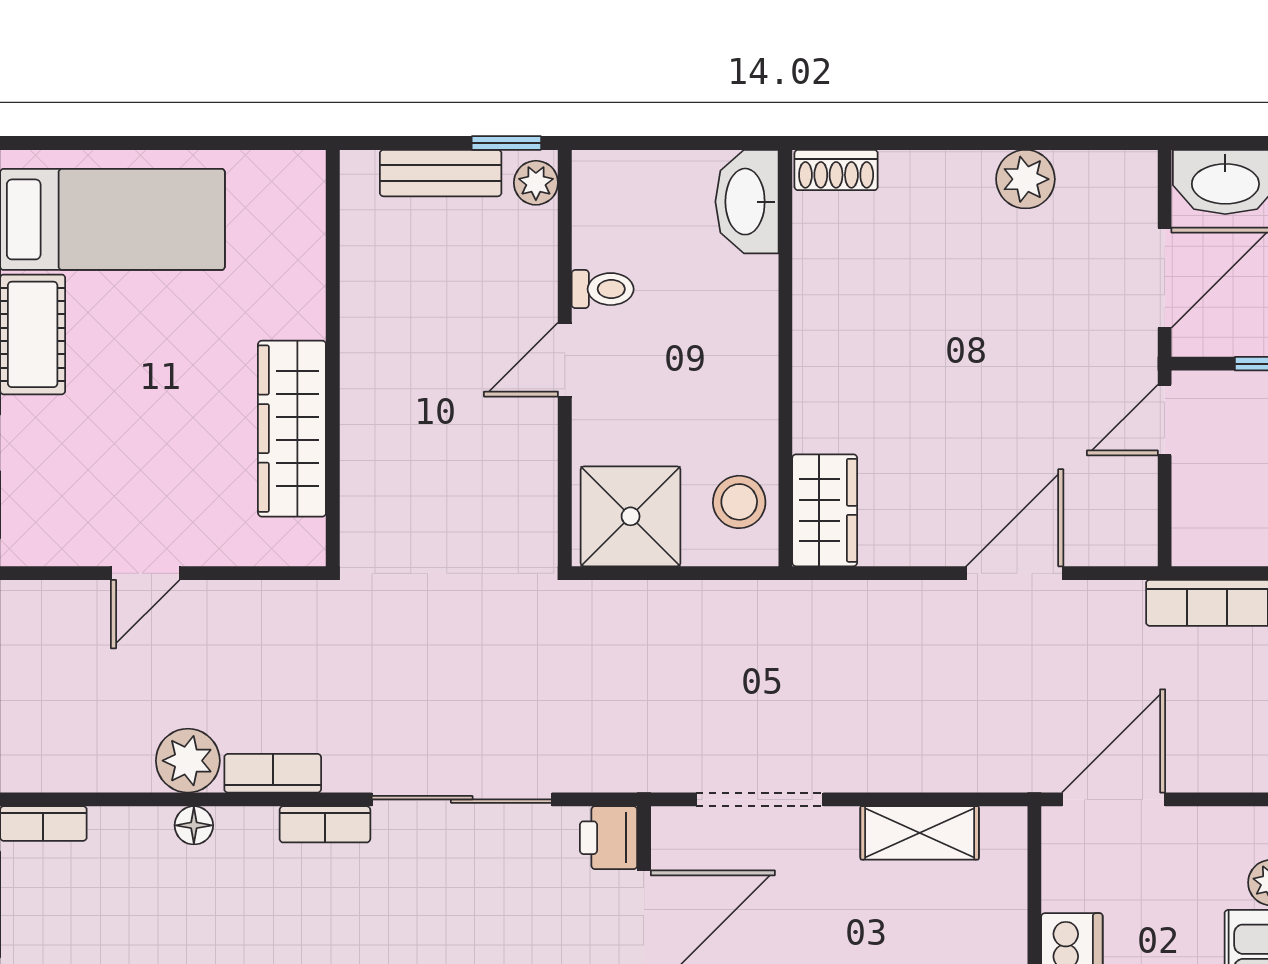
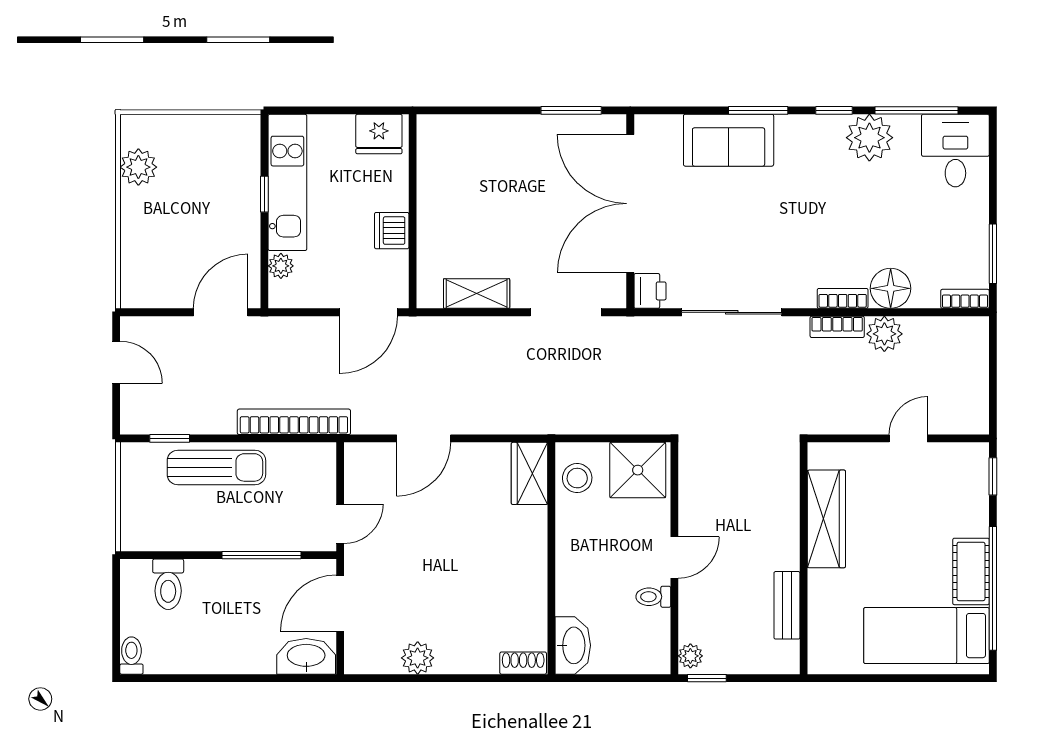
bench: (441, 173) -> (787, 605), moved, turned 90
bookcase: (325, 824) -> (843, 298), moved
floor lamp: (194, 825) -> (891, 288), width x1.89, depth x1.89

